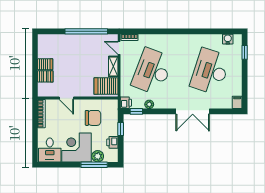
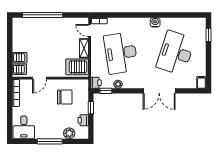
window: (86, 31) -> (43, 15), moved
water cooler: (228, 39) -> (155, 22), moved
server rack: (45, 64) -> (19, 69), moved
desk: (152, 71) -> (121, 53), turned -30
door: (66, 98) -> (40, 78), hinge flipped
corner desk: (76, 147) -> (49, 125), removed
window: (94, 165) -> (50, 141), moved

